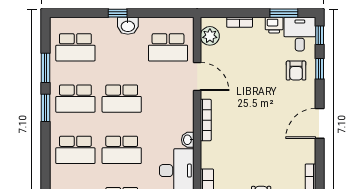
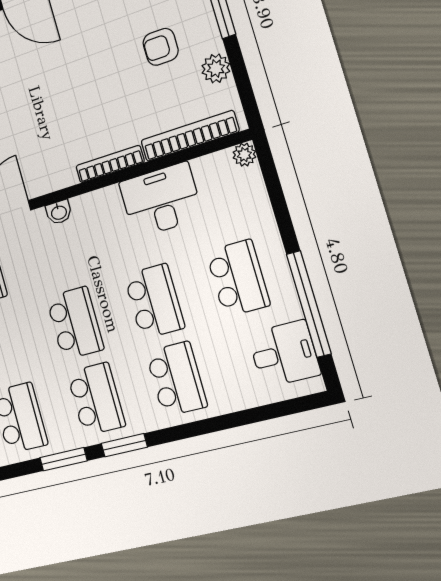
bookcase: (206, 120) -> (110, 164), moved
washbasin: (188, 140) -> (59, 212), moved

